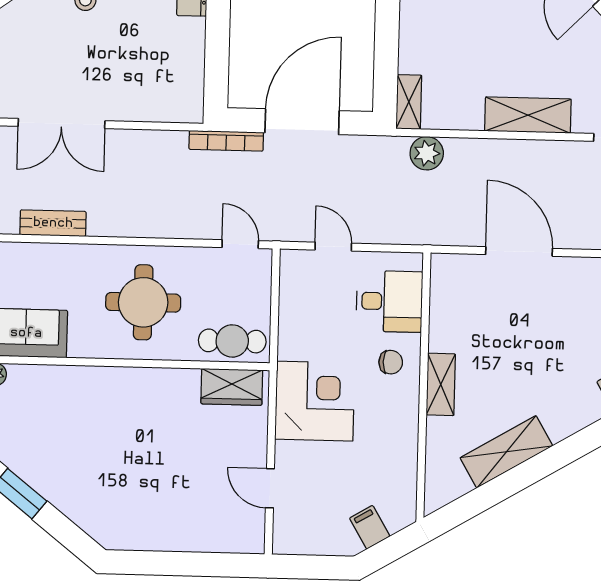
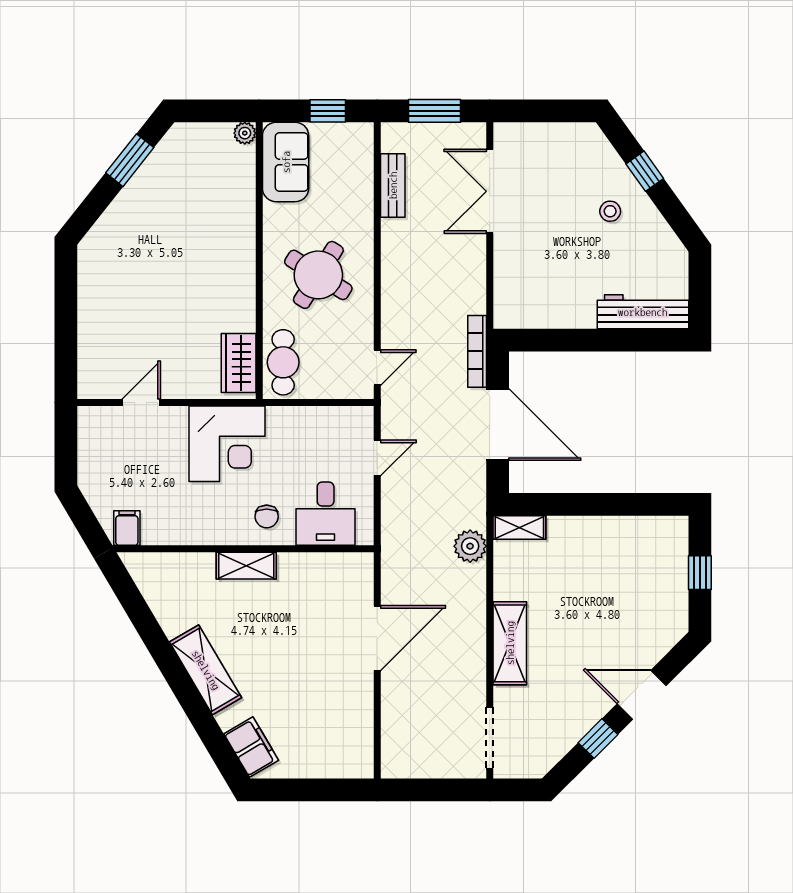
round table: (143, 302) -> (318, 275), turned 32
shelving: (506, 452) -> (206, 670), moved
filing cabinet: (370, 527) -> (127, 528), moved, turned -59

